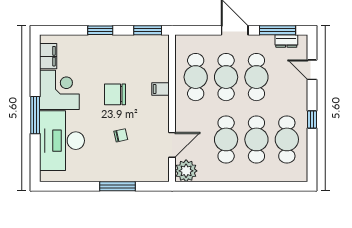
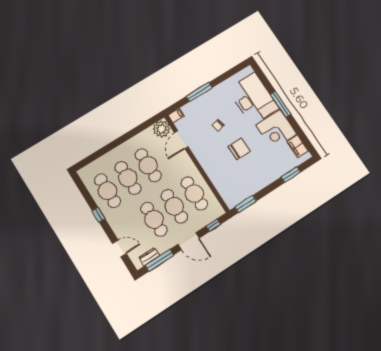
window: (100, 30) -> (291, 175), moved
window: (197, 30) -> (213, 225), added
filing cabinet: (161, 89) -> (176, 116), moved

